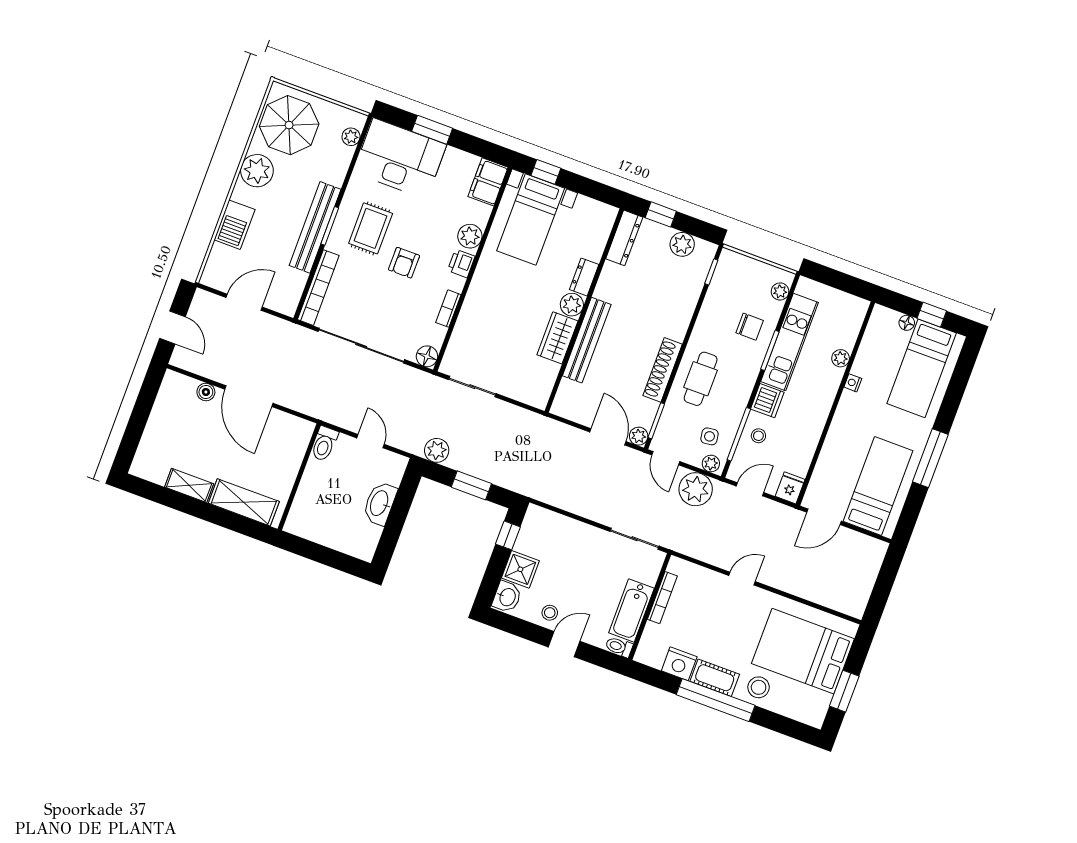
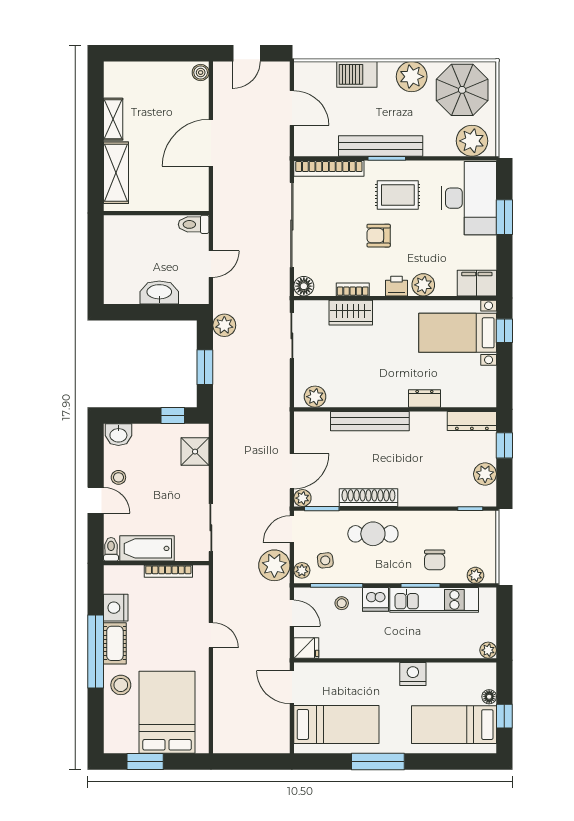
plant: (351, 137) -> (472, 141), width x1.88, depth x1.88
plant: (572, 305) -> (315, 397), moved
wardrobe: (557, 338) -> (351, 313), moved, turned 180
plant: (841, 358) -> (488, 650), moved
nightstand: (853, 383) -> (413, 674), width x1.89, depth x1.79
boiler: (206, 392) -> (201, 73), moved
shower: (520, 569) -> (195, 452), moved

